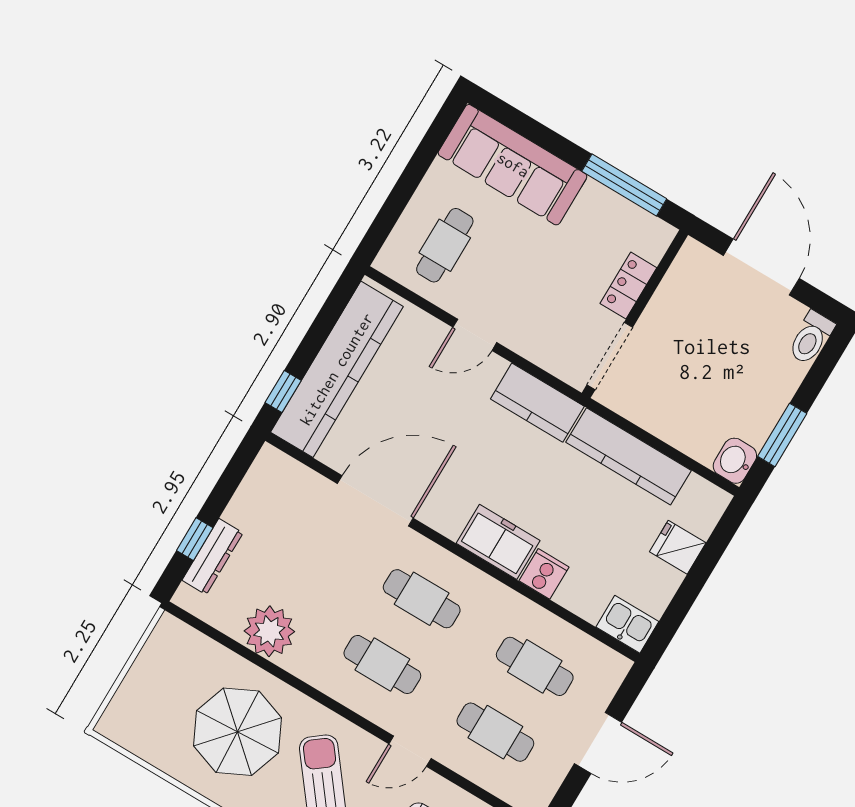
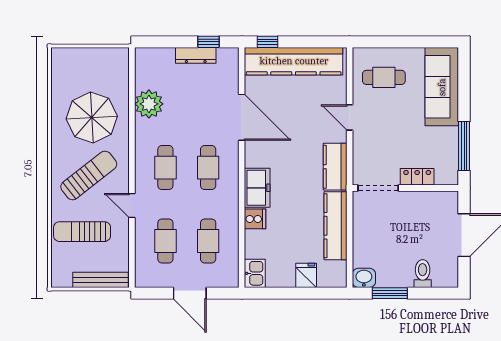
toilet: (811, 338) -> (423, 274), moved, turned 90
window: (195, 539) -> (208, 42), moved
dresser: (213, 557) -> (196, 55), moved

